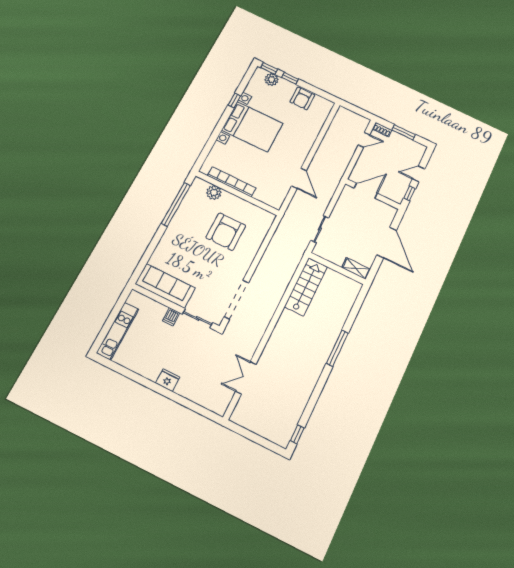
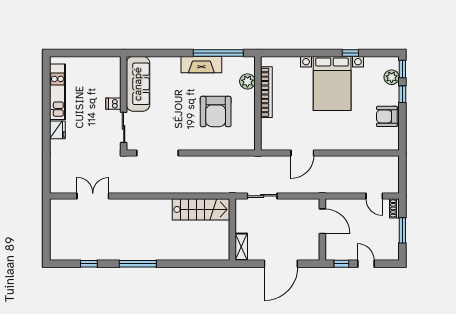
fireplace: (178, 223) -> (201, 65), added
armchair: (226, 232) -> (216, 112), turned -90
kitchen unit: (118, 331) -> (58, 92), moved, turned -90
window: (337, 348) -> (138, 264), moved
window: (297, 434) -> (89, 264), moved

